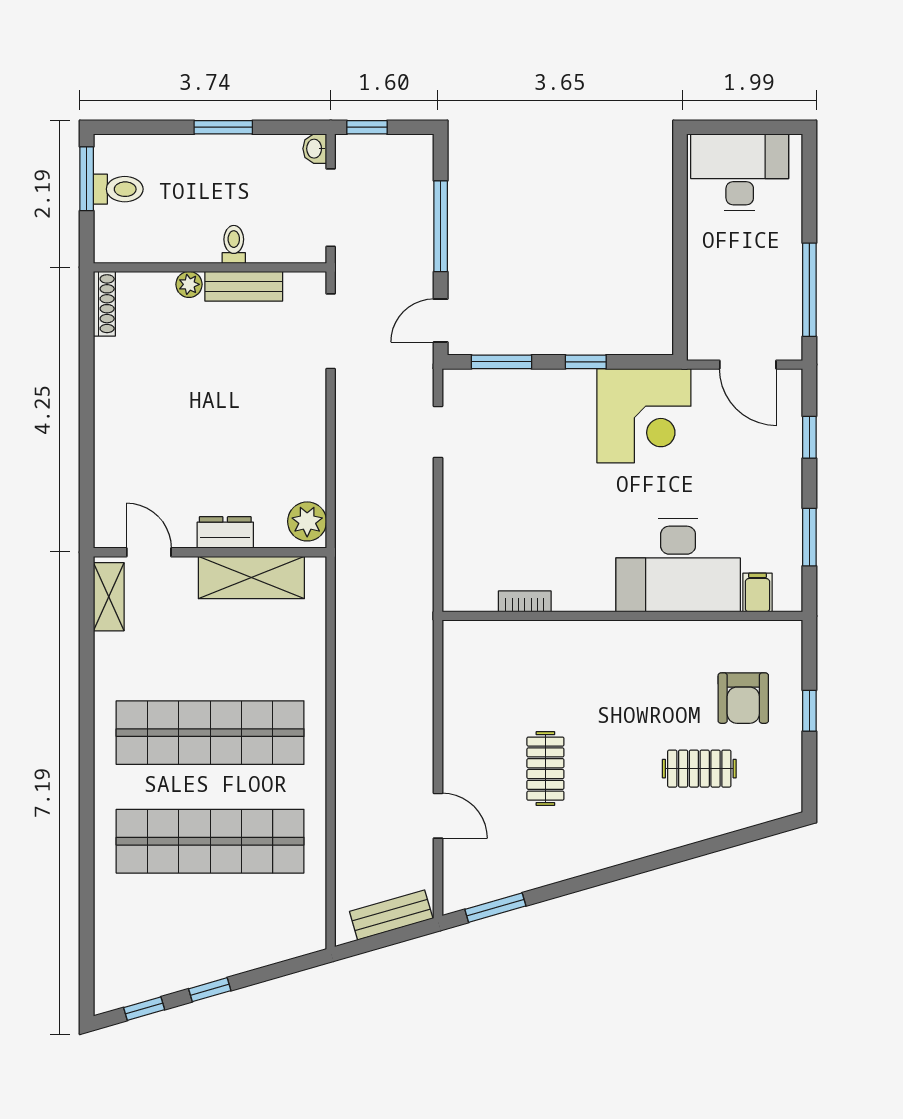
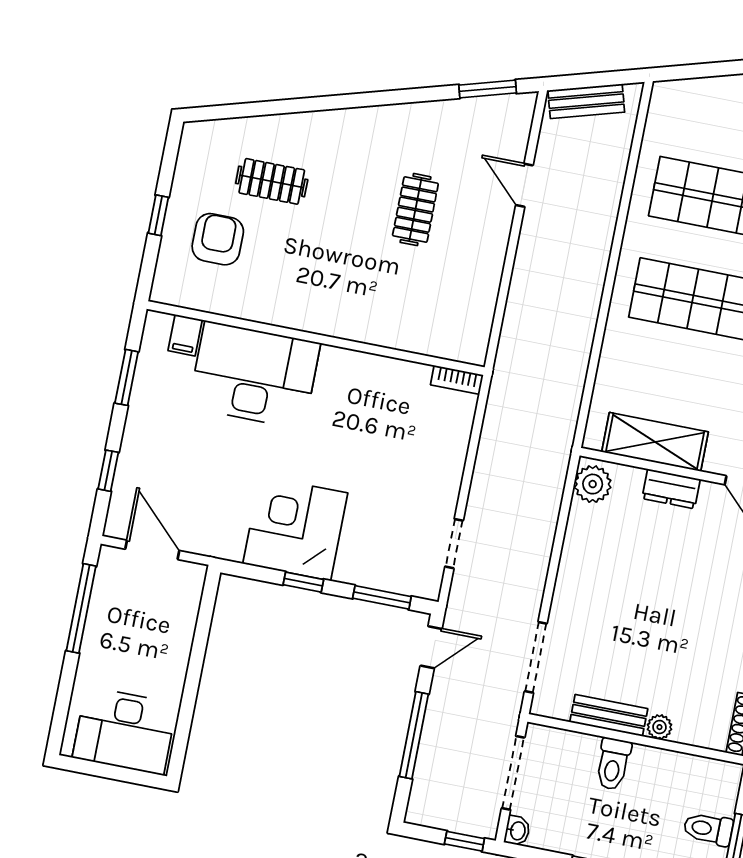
toilet: (234, 244) -> (613, 764), width x1.37, depth x1.39
corner desk: (644, 416) -> (295, 528), moved
bookcase: (525, 601) -> (457, 380), moved

